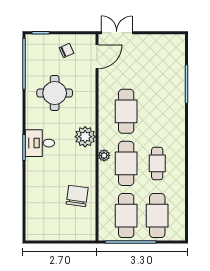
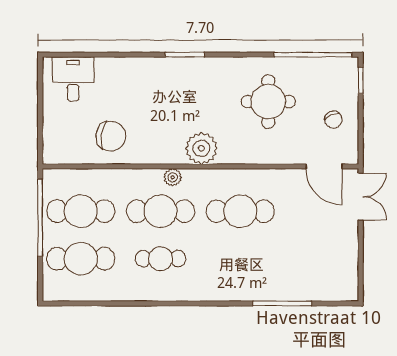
desk: (40, 143) -> (73, 79), moved

